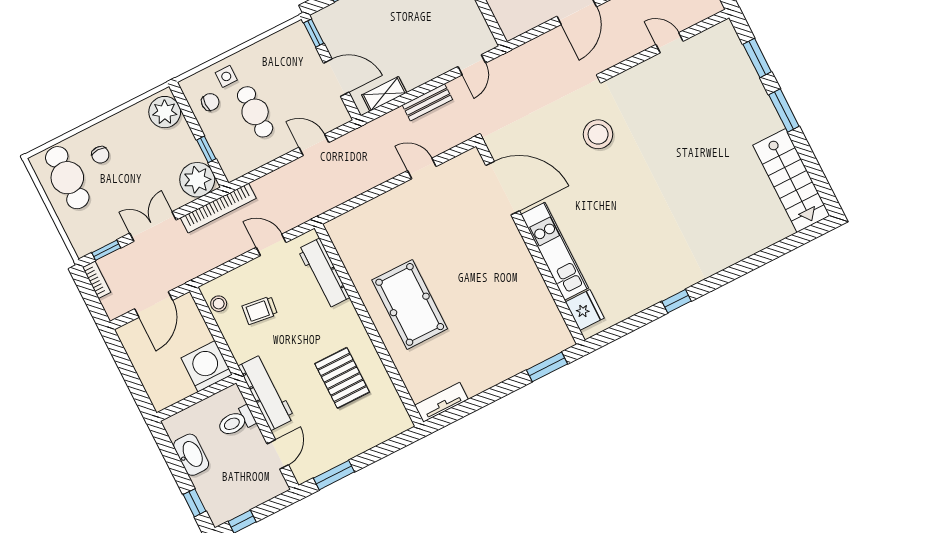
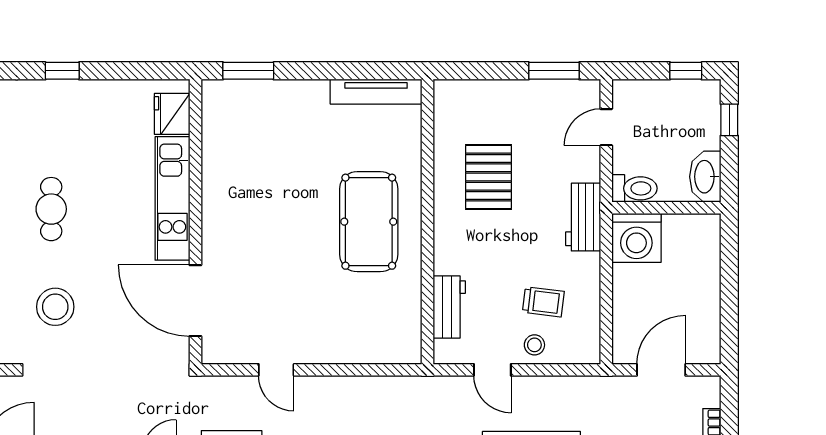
cafe table: (635, 201) -> (51, 209), added
workbench: (324, 273) -> (449, 307), width x0.73
stool: (219, 304) -> (534, 345), moved
washing machine: (207, 366) -> (636, 238), moved
workbench: (266, 392) -> (583, 217), width x0.73
wall: (196, 398) -> (666, 208), moved
tv unit: (441, 402) -> (376, 92), width x1.41

